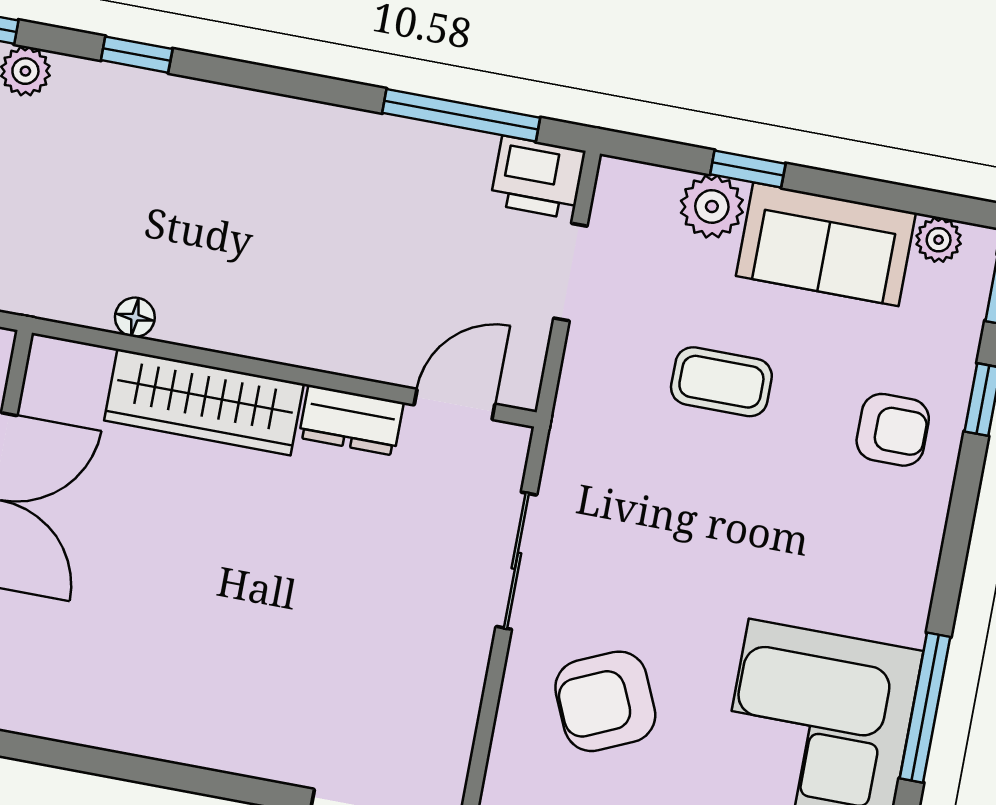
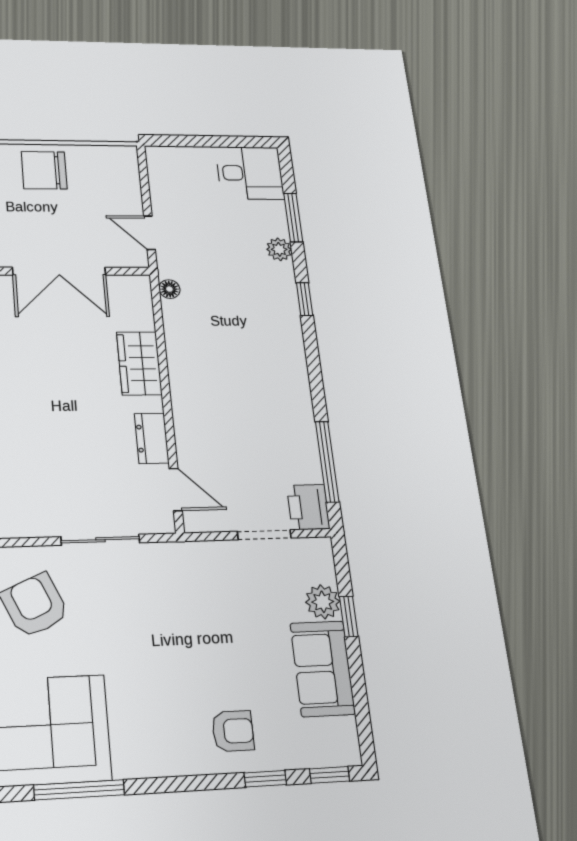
plant: (939, 240) -> (345, 731), removed
floor lamp: (135, 317) -> (169, 289), moved
coffee table: (721, 382) -> (231, 629), removed
wardrobe: (204, 402) -> (139, 363), width x0.67
armchair: (893, 430) -> (233, 731), turned -90

